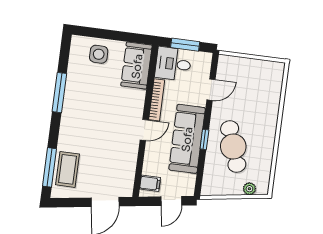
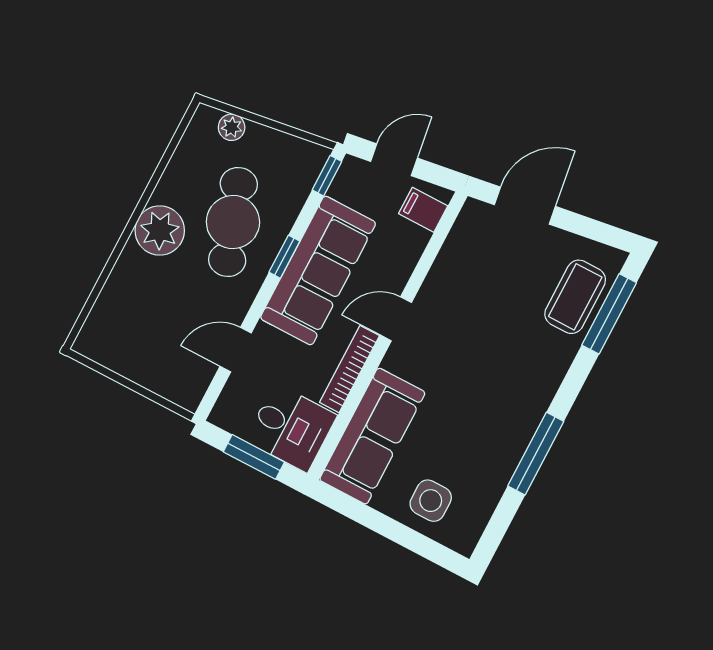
sofa: (137, 66) -> (372, 436), width x1.36
plant: (265, 131) -> (160, 230), added
window: (199, 183) -> (327, 176), added

